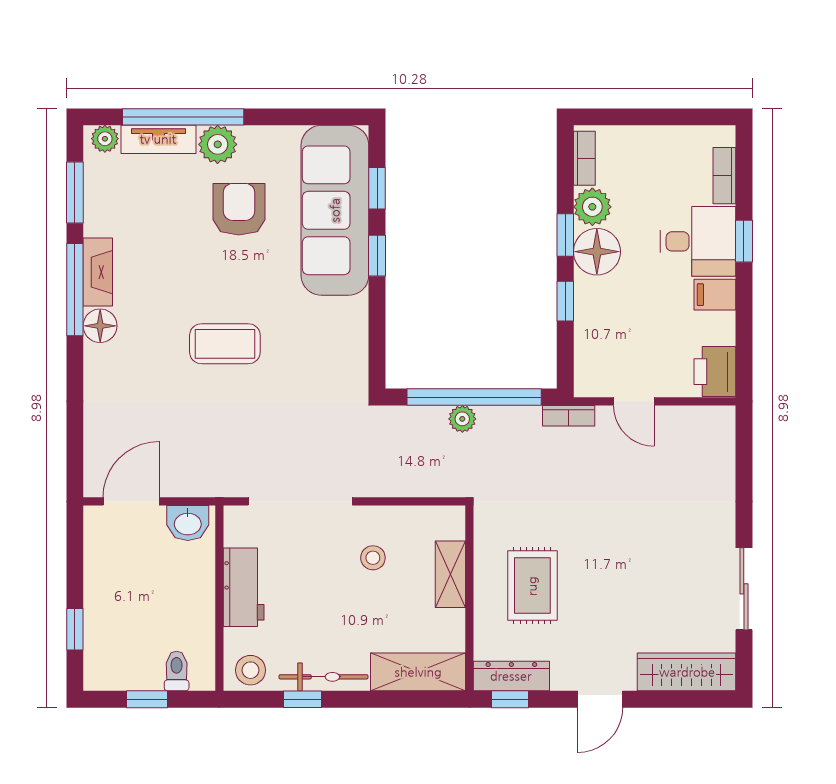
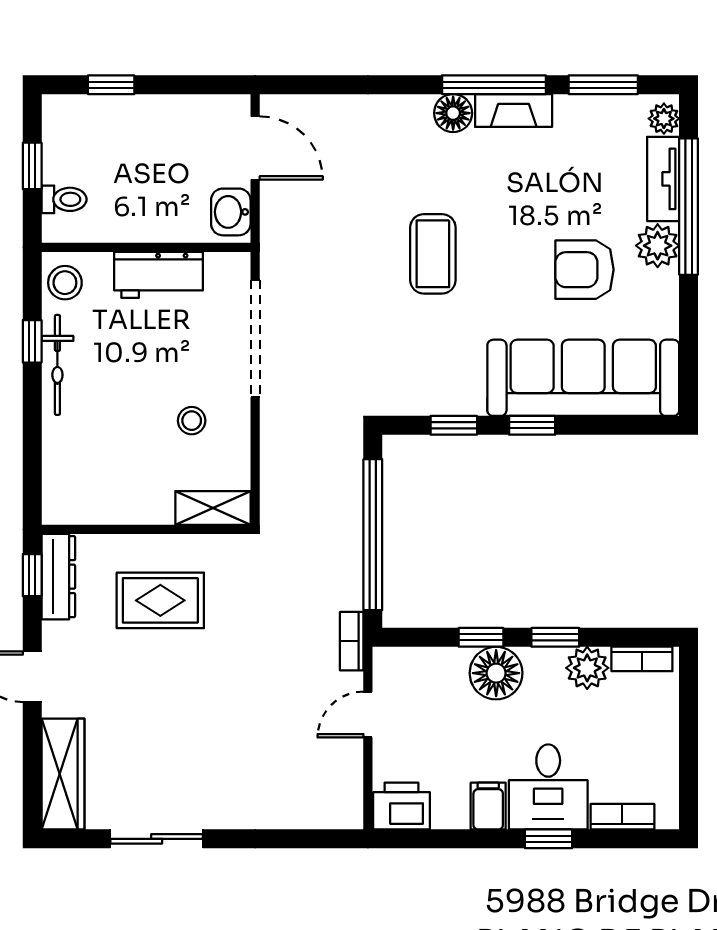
window: (377, 188) -> (454, 425), moved
armchair: (239, 209) -> (585, 270), turned 180
floor lamp: (597, 252) -> (496, 673), moved
plant: (462, 419) -> (348, 521), removed
shelving: (450, 574) -> (213, 508), moved
shelving: (418, 672) -> (63, 471), removed

